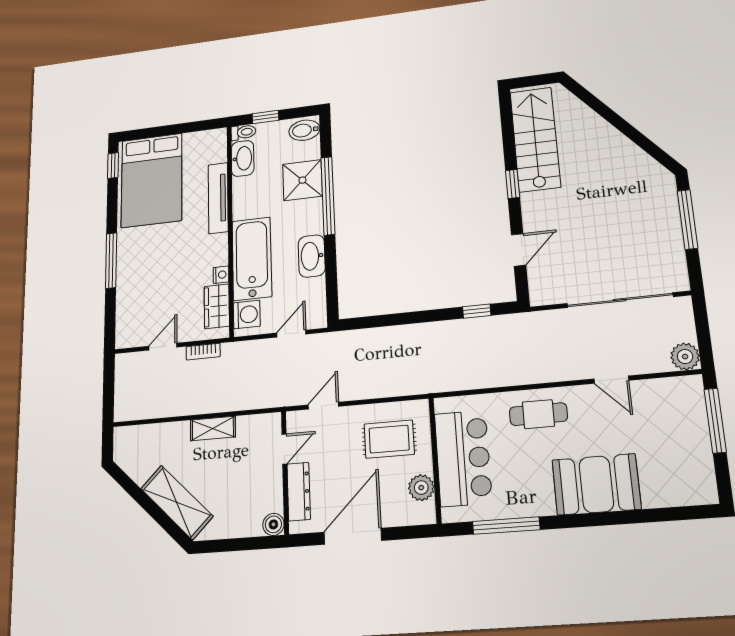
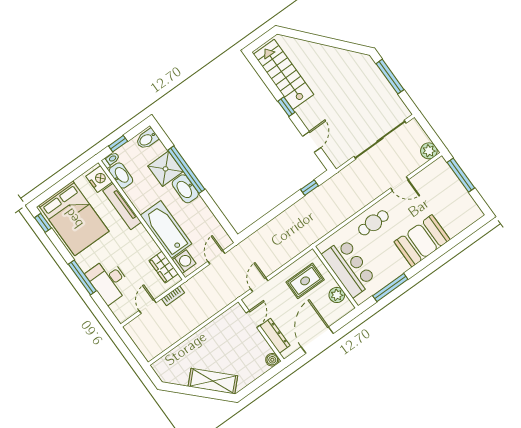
washbasin: (312, 256) -> (185, 189), moved
nightstand: (221, 275) -> (99, 179), moved, width x1.89, depth x1.79
desk: (139, 284) -> (109, 281), added
shelving: (213, 428) -> (207, 332), removed

